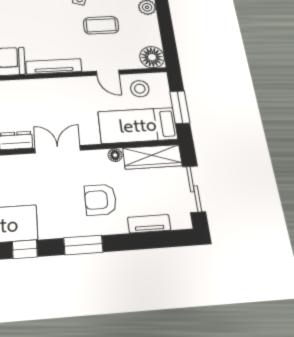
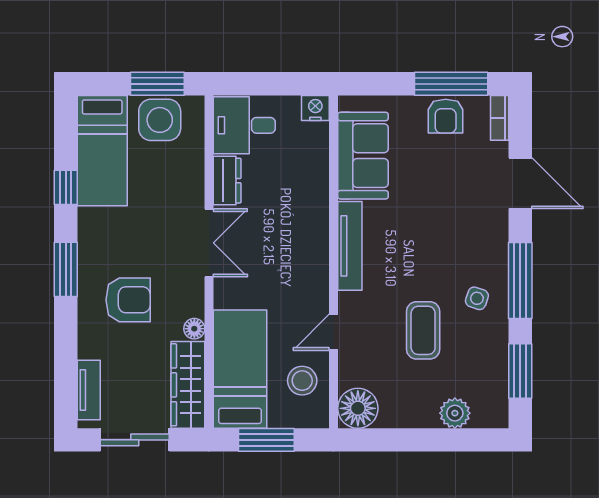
armchair: (100, 200) -> (128, 300), turned 90
tv unit: (149, 224) -> (89, 390), moved

